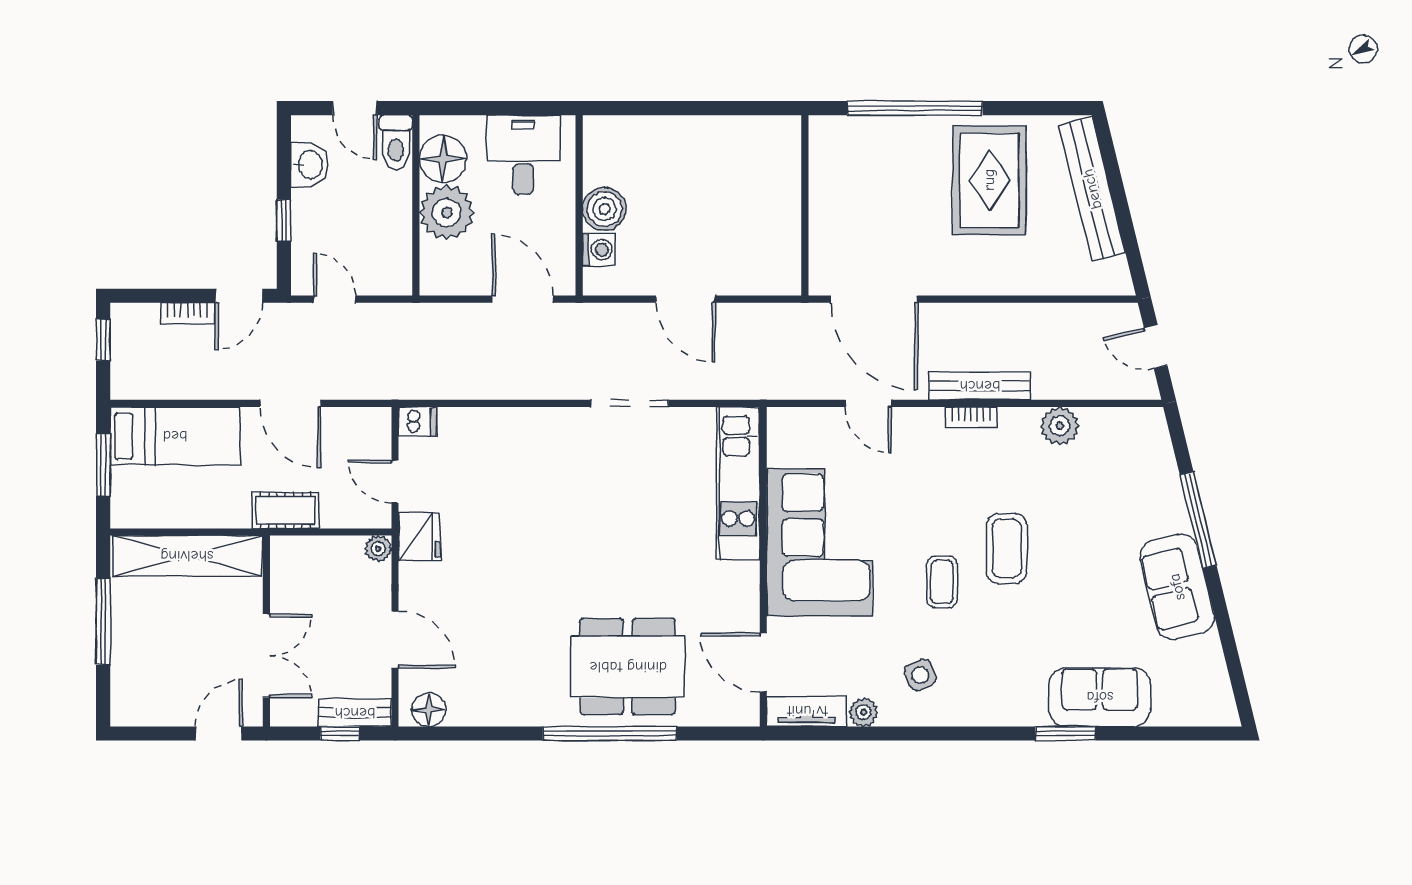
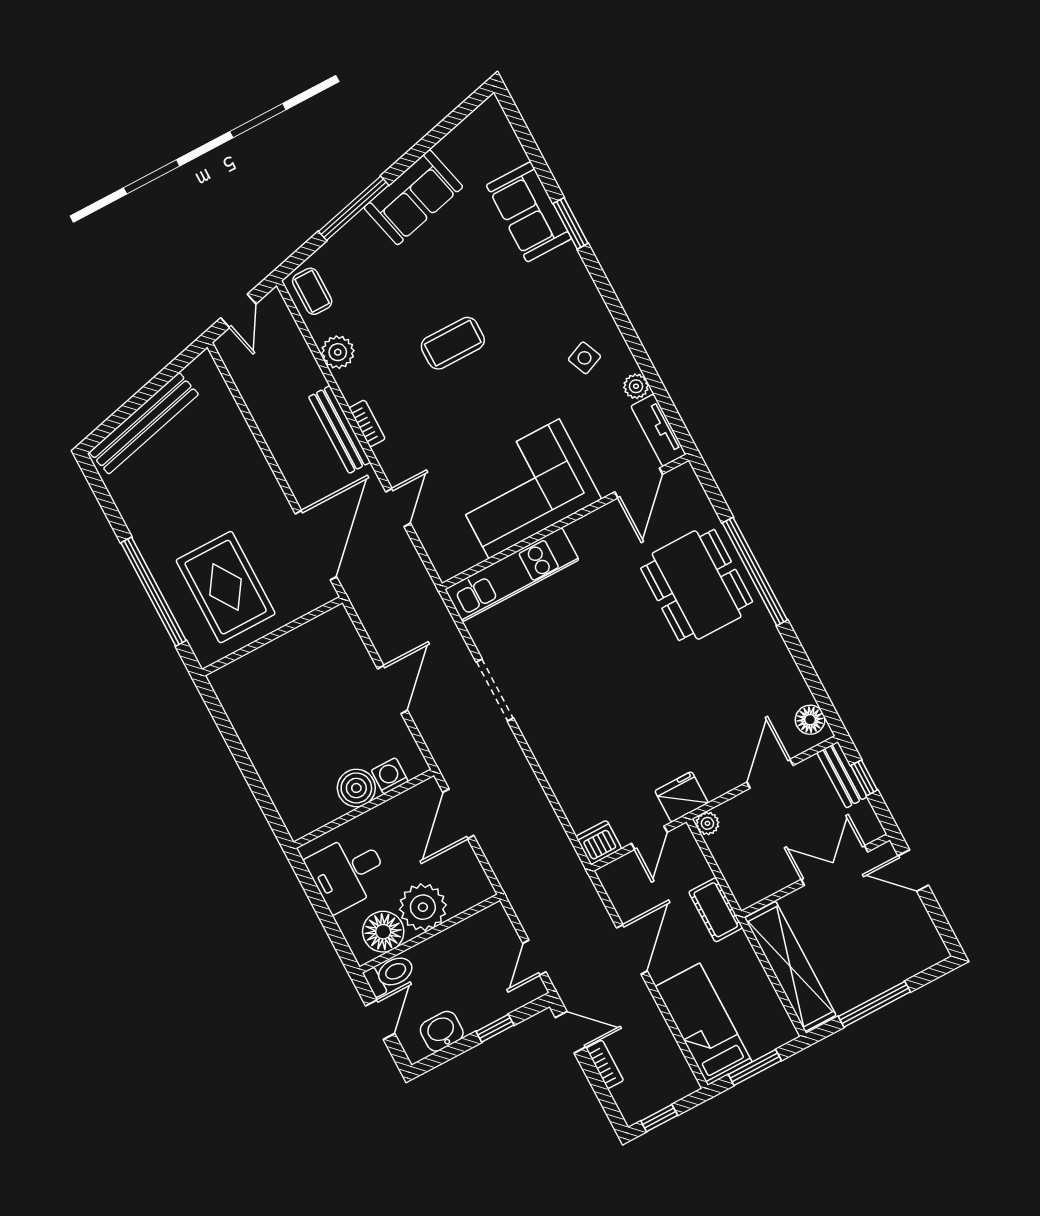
rug: (989, 180) -> (226, 587), moved, turned 90
dishwasher: (417, 422) -> (599, 843), width x1.38
coffee table: (942, 582) -> (312, 291), moved, turned 90

